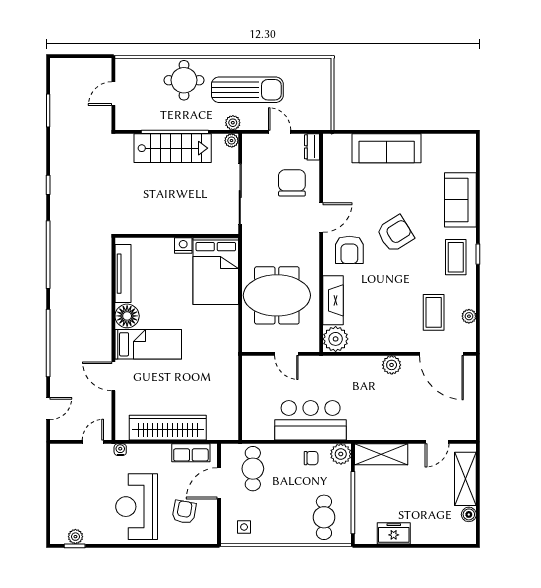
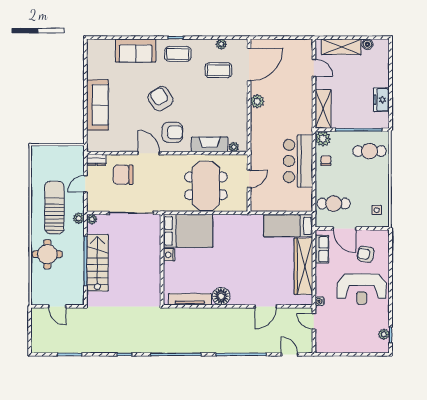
plant: (336, 339) -> (234, 147), width x0.53, depth x0.53
bed: (148, 344) -> (288, 226), moved, turned -90

